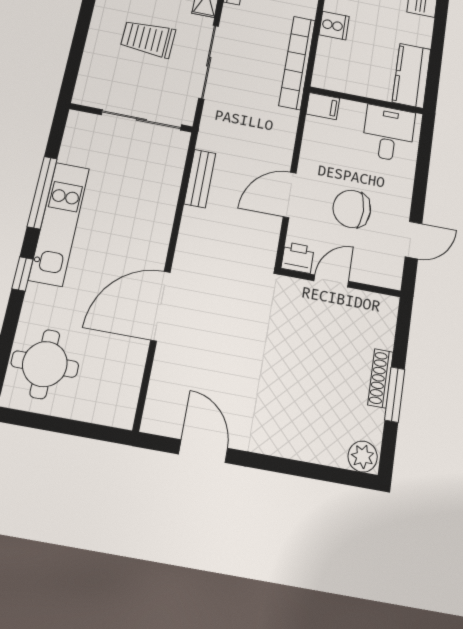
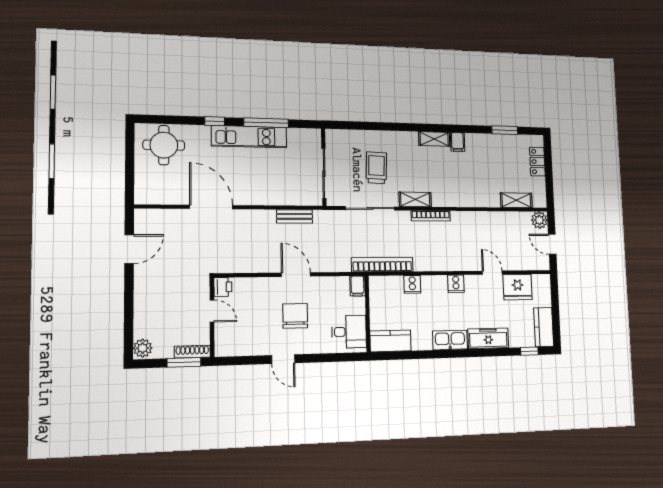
printer: (298, 258) -> (223, 287), moved
door: (331, 281) -> (212, 311), moved
wall: (340, 283) -> (212, 317), moved

